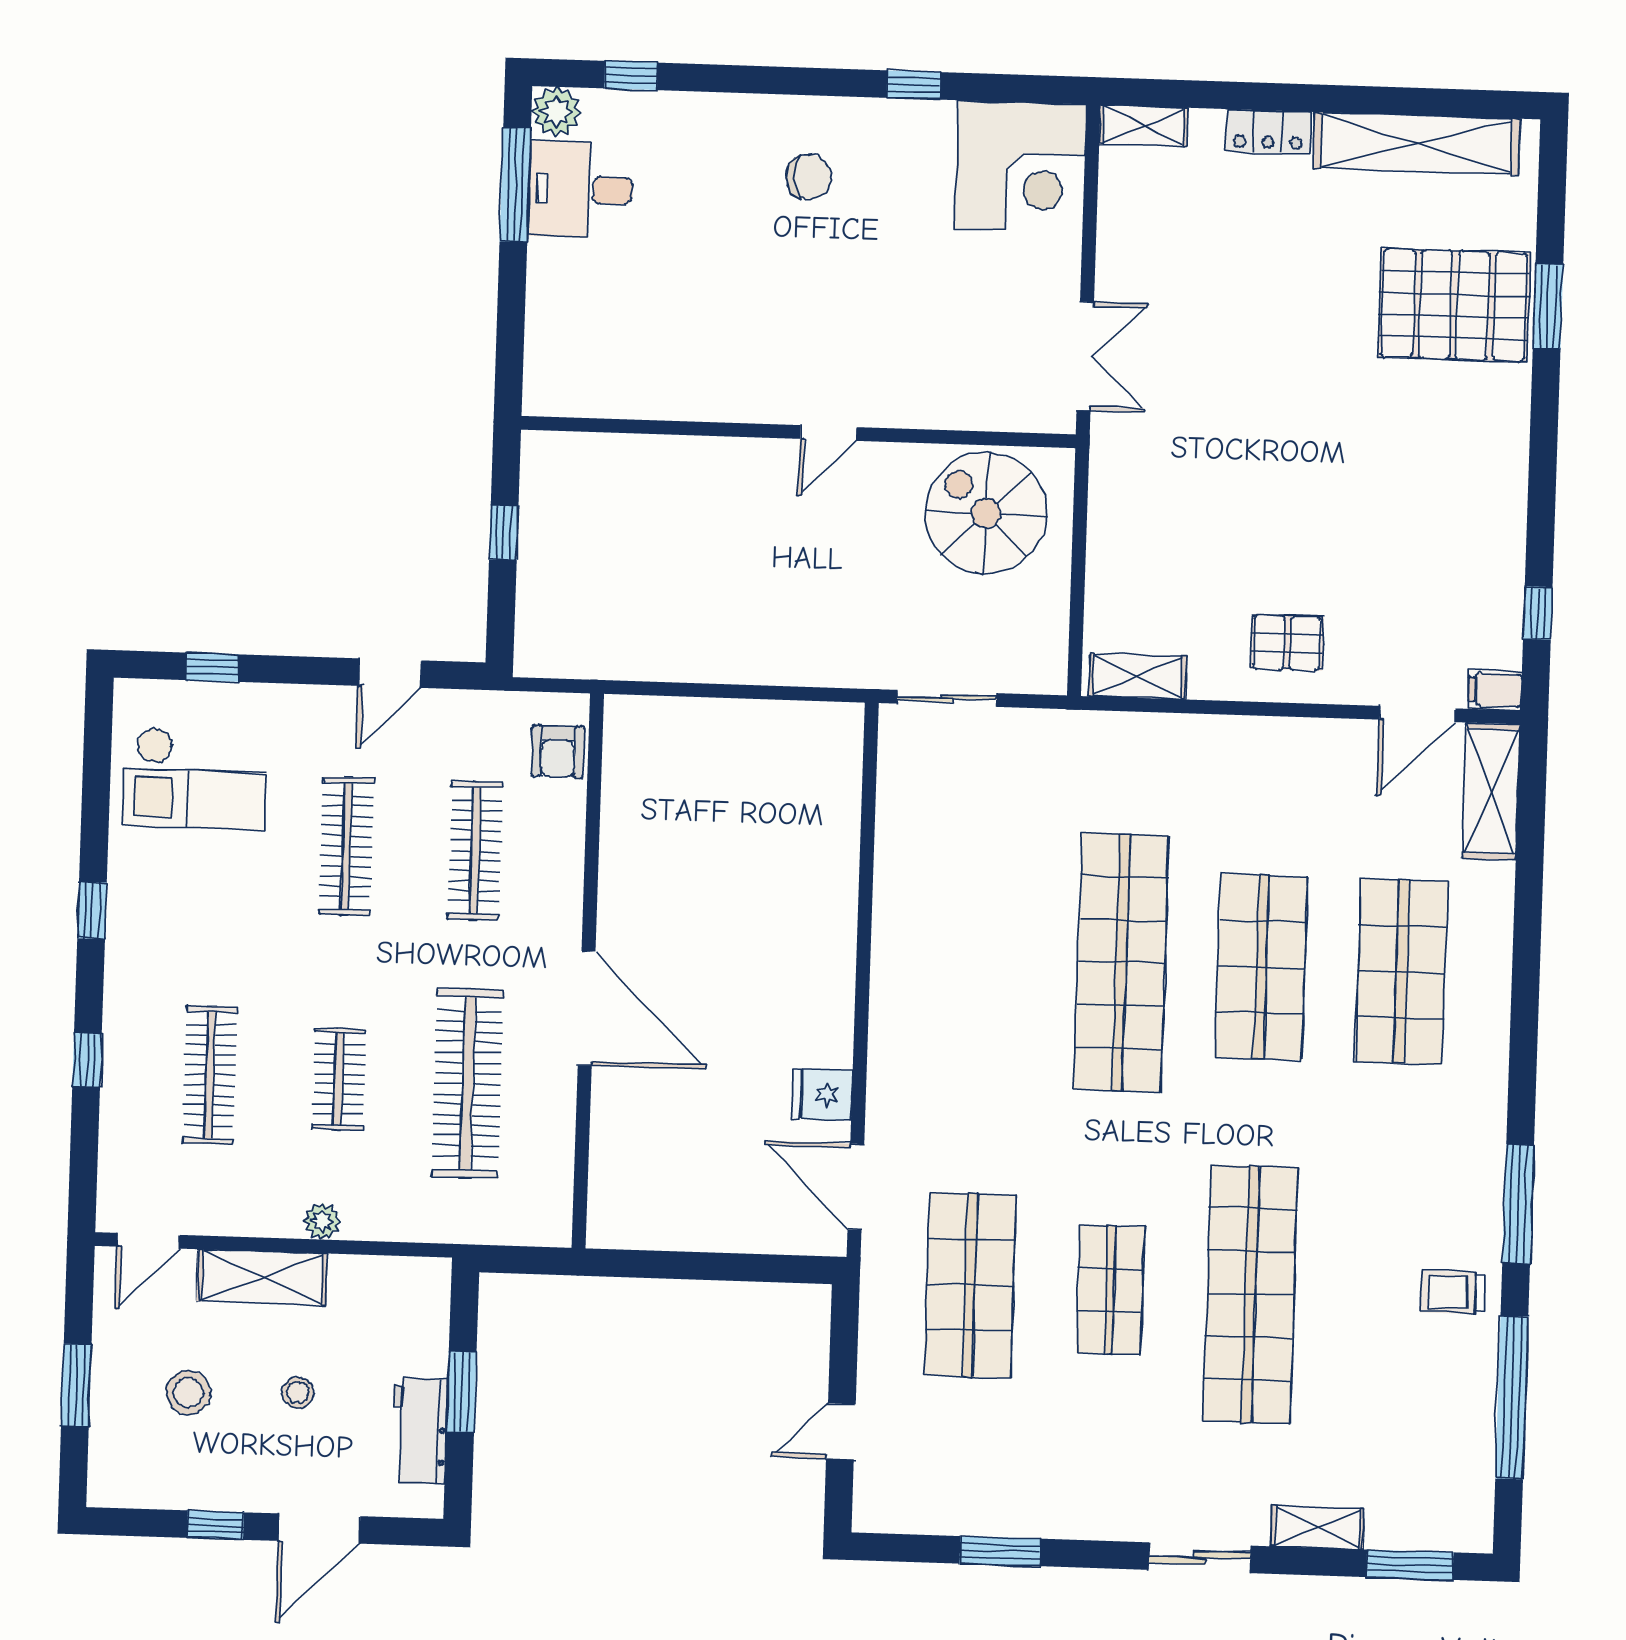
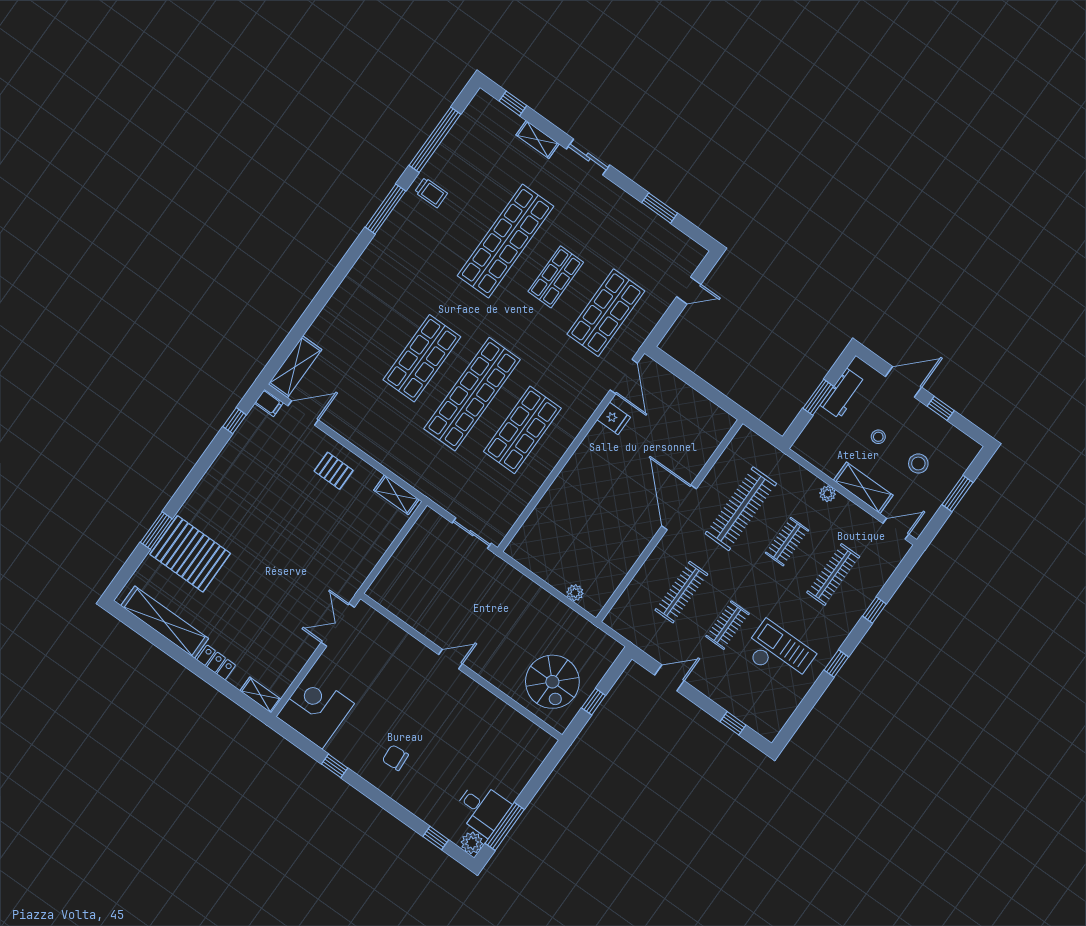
spiral stairs: (986, 513) -> (552, 682), moved
plant: (676, 715) -> (575, 593), added
armchair: (558, 751) -> (627, 608), removed
checkout: (195, 778) -> (779, 653), moved
clothes rail: (346, 846) -> (727, 625), width x0.73
shop shelf: (1401, 972) -> (522, 430), moved
window: (1410, 1565) -> (513, 103), width x0.67

